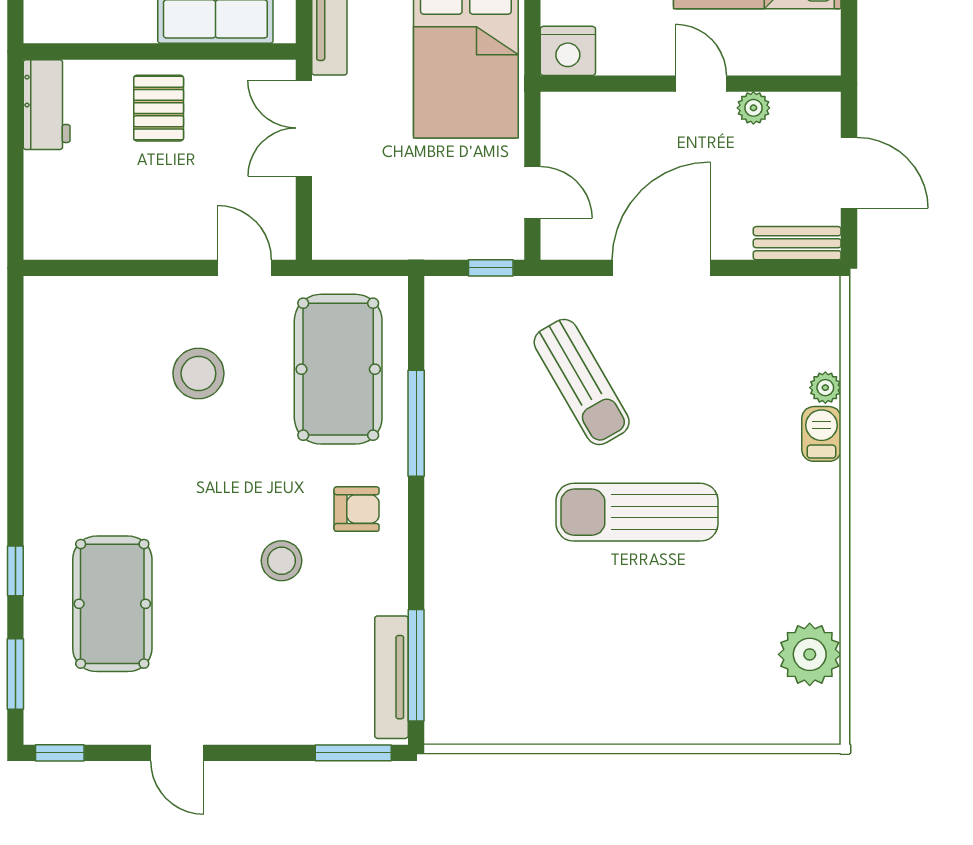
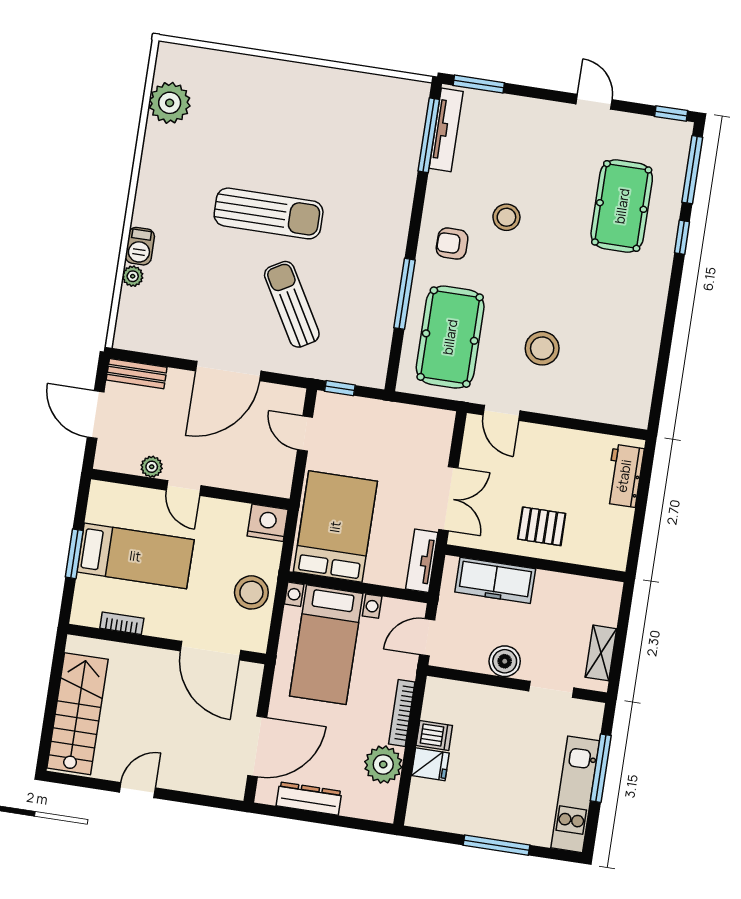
workbench: (47, 105) -> (624, 476), moved
pallet: (159, 108) -> (542, 526), turned 90
window: (15, 674) -> (692, 170), width x1.44

